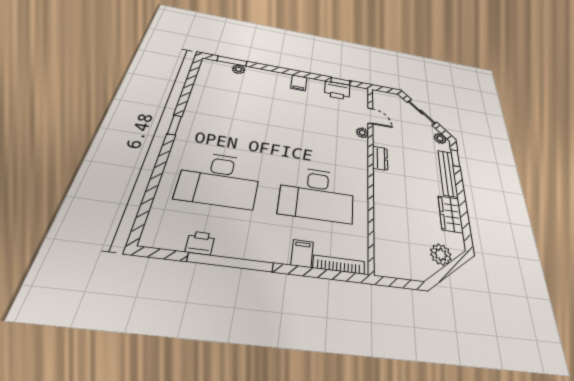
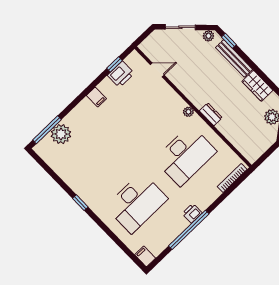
window: (232, 61) -> (47, 130), width x1.44
plant: (239, 69) -> (61, 134), width x1.88, depth x1.88
plant: (362, 133) -> (188, 112), moved
dresser: (380, 158) -> (211, 114), moved
printer: (200, 243) -> (192, 213), moved
filing cabinet: (302, 253) -> (145, 256), moved

